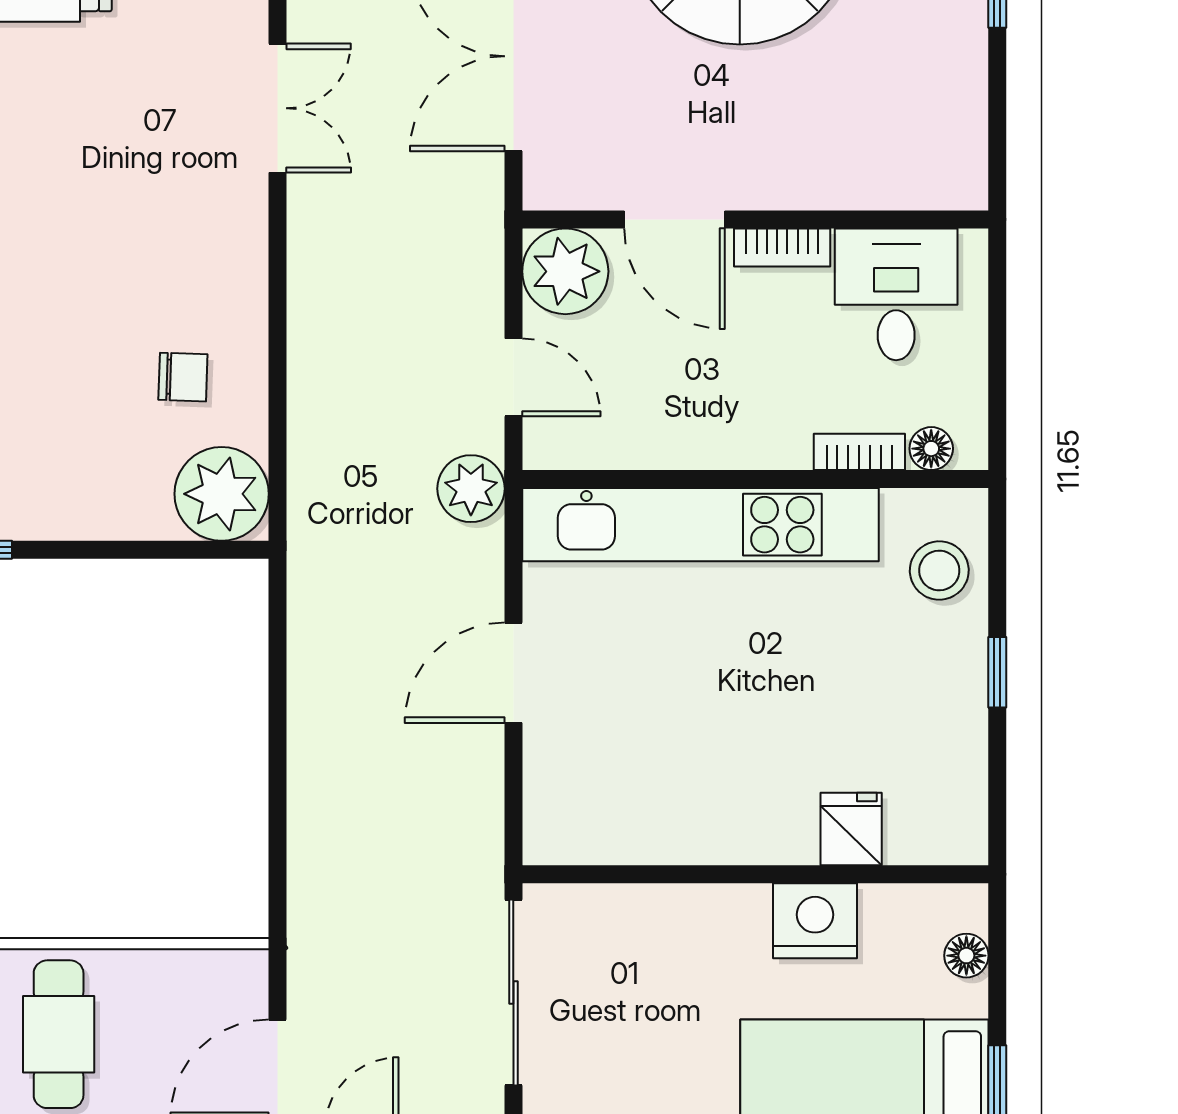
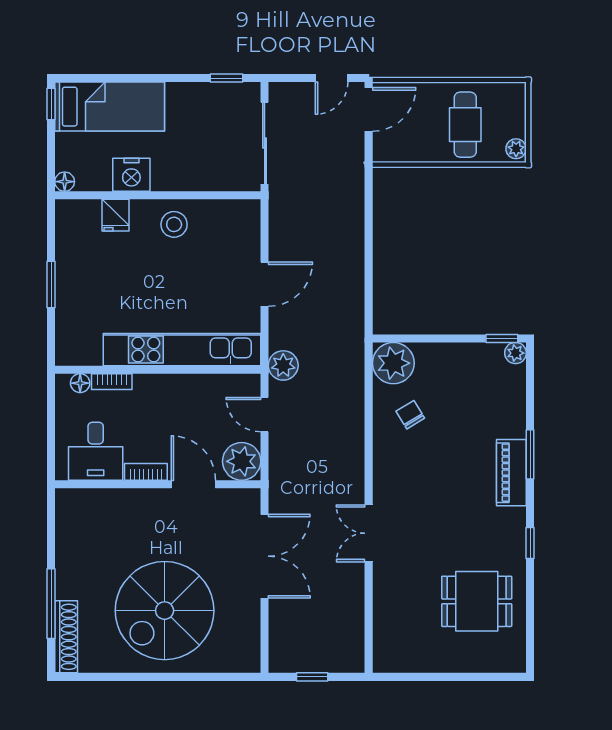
chair: (183, 377) -> (410, 415), turned 57
stool: (939, 571) -> (174, 224), moved
window: (997, 672) -> (51, 284), width x1.50
floor lamp: (966, 956) -> (65, 182), moved

